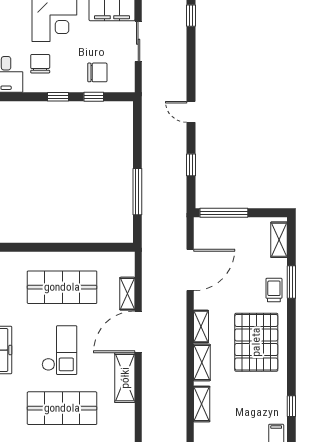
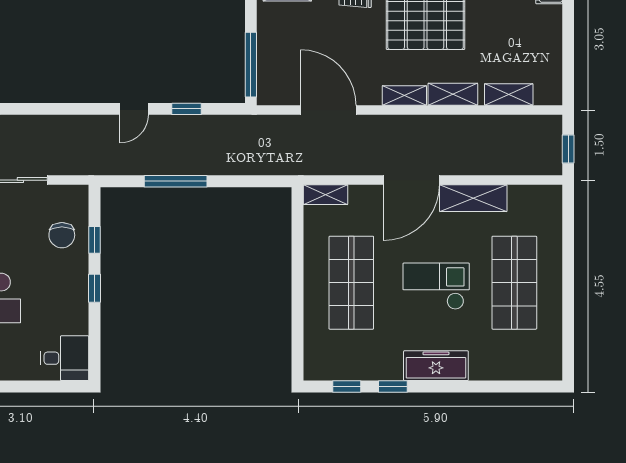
chair: (40, 64) -> (50, 312), removed
chair: (97, 72) -> (62, 235), turned 180
door: (191, 112) -> (134, 109), moved
window: (137, 192) -> (176, 181), moved
shelving: (127, 294) -> (326, 195), moved
door: (138, 332) -> (411, 180), hinge flipped

